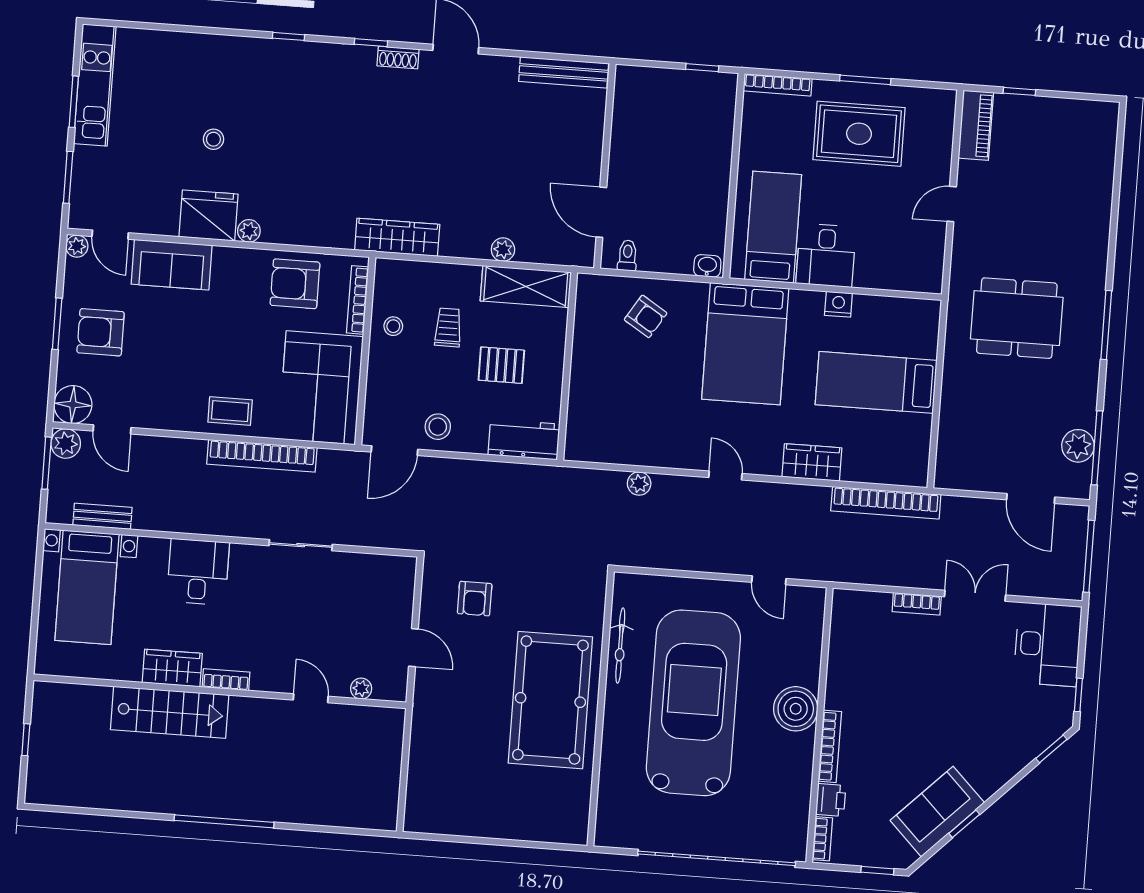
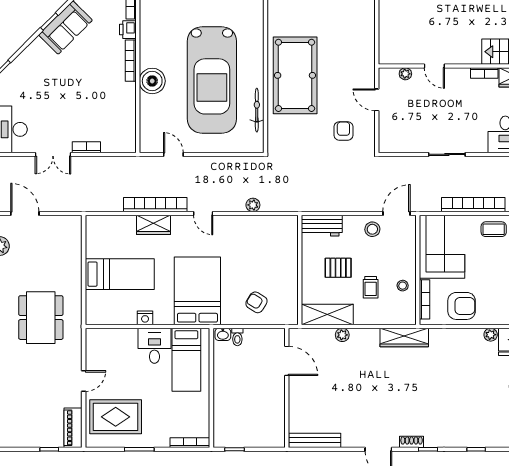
rug: (859, 134) -> (116, 417), moved
toilet: (627, 255) -> (237, 337), moved
dining table: (1017, 318) -> (41, 318), turned 90
bookcase: (886, 503) -> (155, 205), moved

